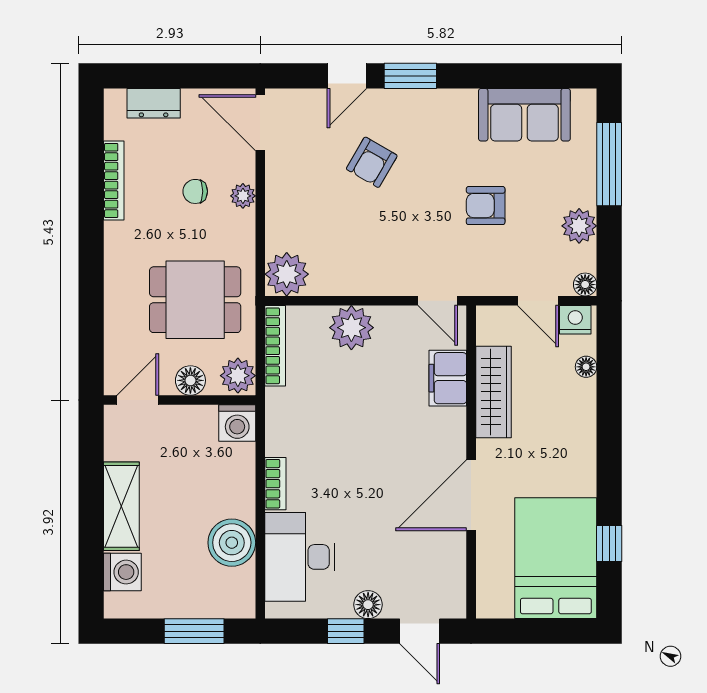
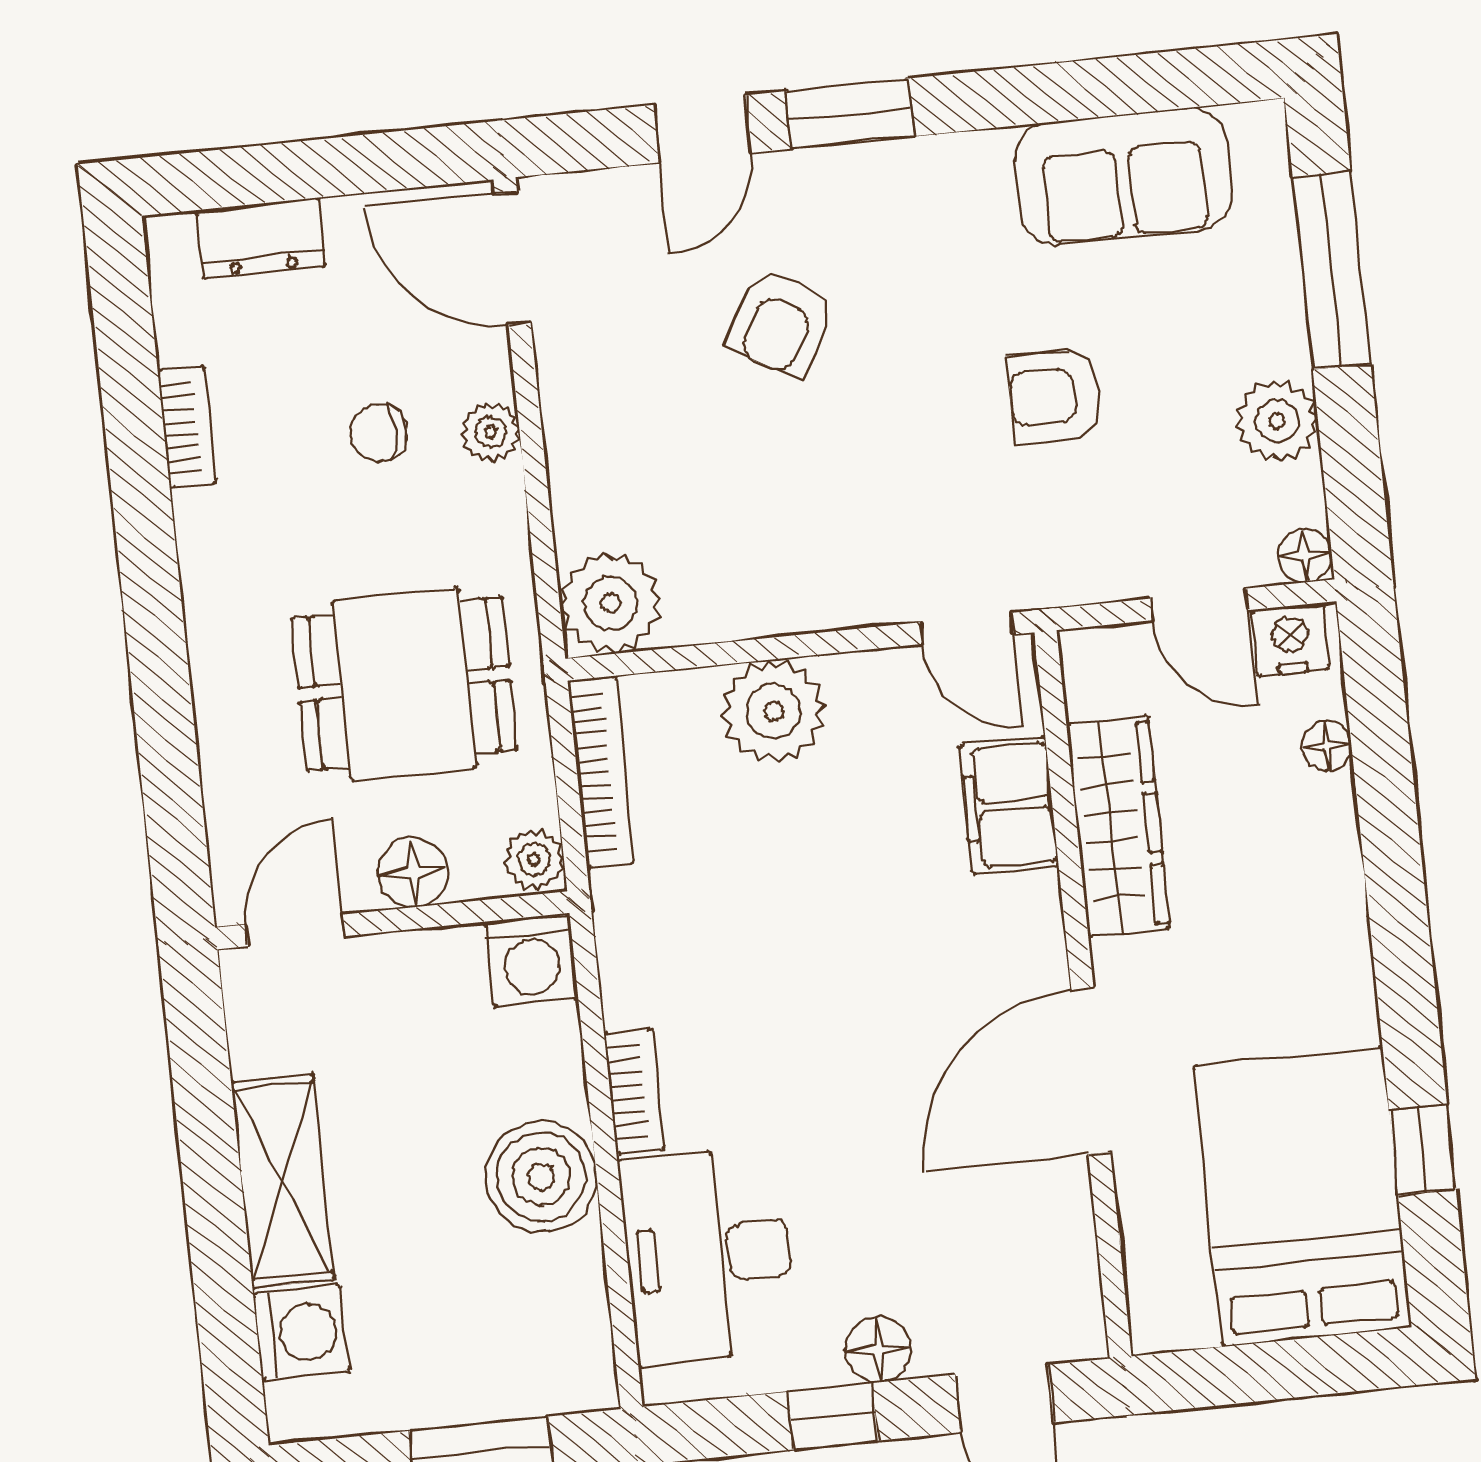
bookcase: (114, 180) -> (187, 427), width x0.64
plant: (238, 376) -> (534, 860), width x0.73, depth x0.73
boiler: (232, 543) -> (541, 1177), moved

